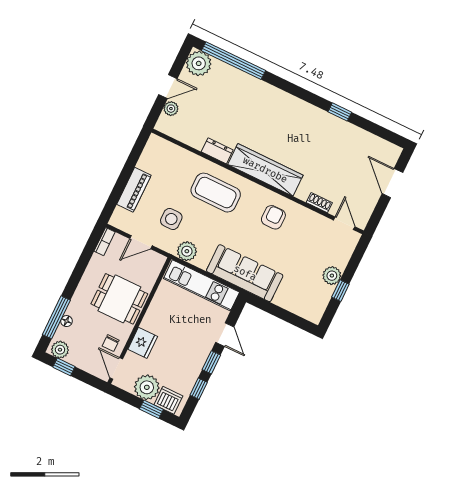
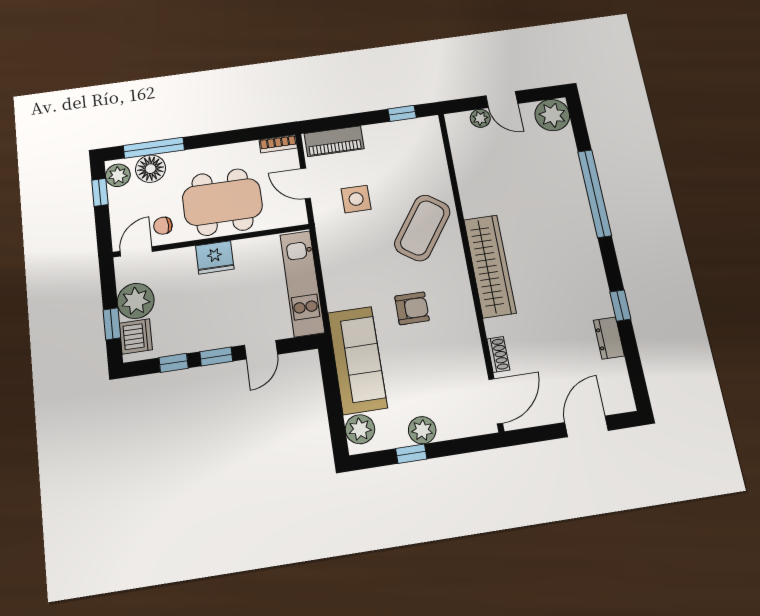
window: (234, 61) -> (595, 193), moved
dresser: (217, 151) -> (609, 338), moved, turned 180
window: (136, 154) -> (402, 113), added
piano: (134, 190) -> (334, 141), moved
coffee table: (216, 193) -> (422, 228), turned 35
armchair: (273, 217) -> (412, 308), moved
door: (344, 223) -> (496, 401), width x1.38
plant: (187, 251) -> (360, 429), moved
sofa: (245, 273) -> (357, 360), moved
dining table: (119, 299) -> (222, 202), width x1.38
floor lamp: (66, 321) -> (151, 169), width x1.89, depth x1.89
fridge: (143, 343) -> (215, 257), moved

